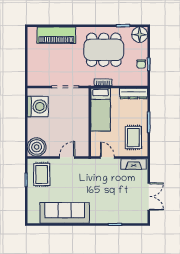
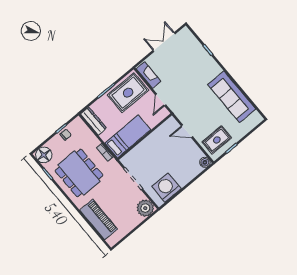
plant: (36, 78) -> (145, 208), added
rug: (133, 137) -> (128, 93), width x1.36, depth x1.43
boiler: (37, 147) -> (205, 162), width x0.54, depth x0.54

